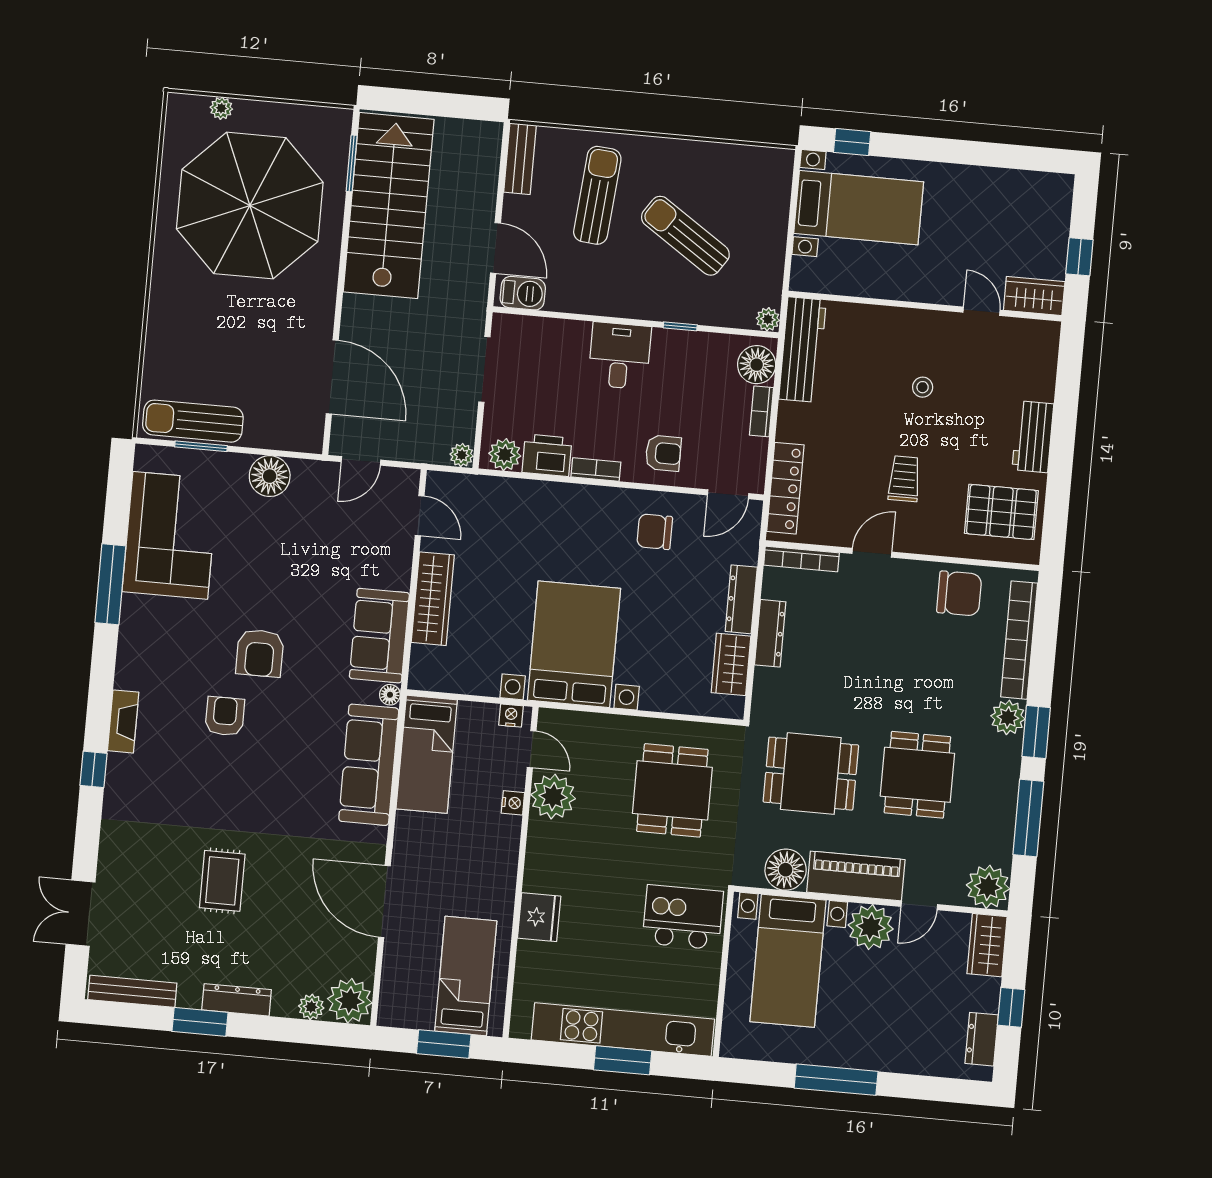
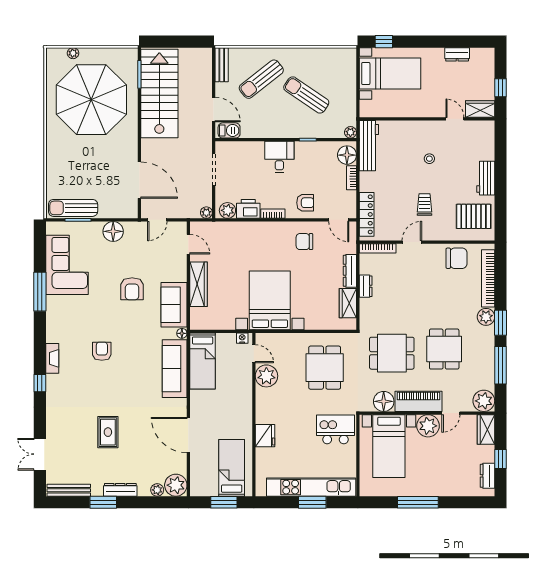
dresser: (998, 181) -> (457, 54), added
sun lounger: (597, 195) -> (261, 79), turned -133
door: (728, 494) -> (339, 220), hinge flipped
dresser: (770, 633) -> (366, 286), width x0.70
armchair: (260, 653) -> (132, 289), moved
nightstand: (513, 803) -> (247, 381), removed

